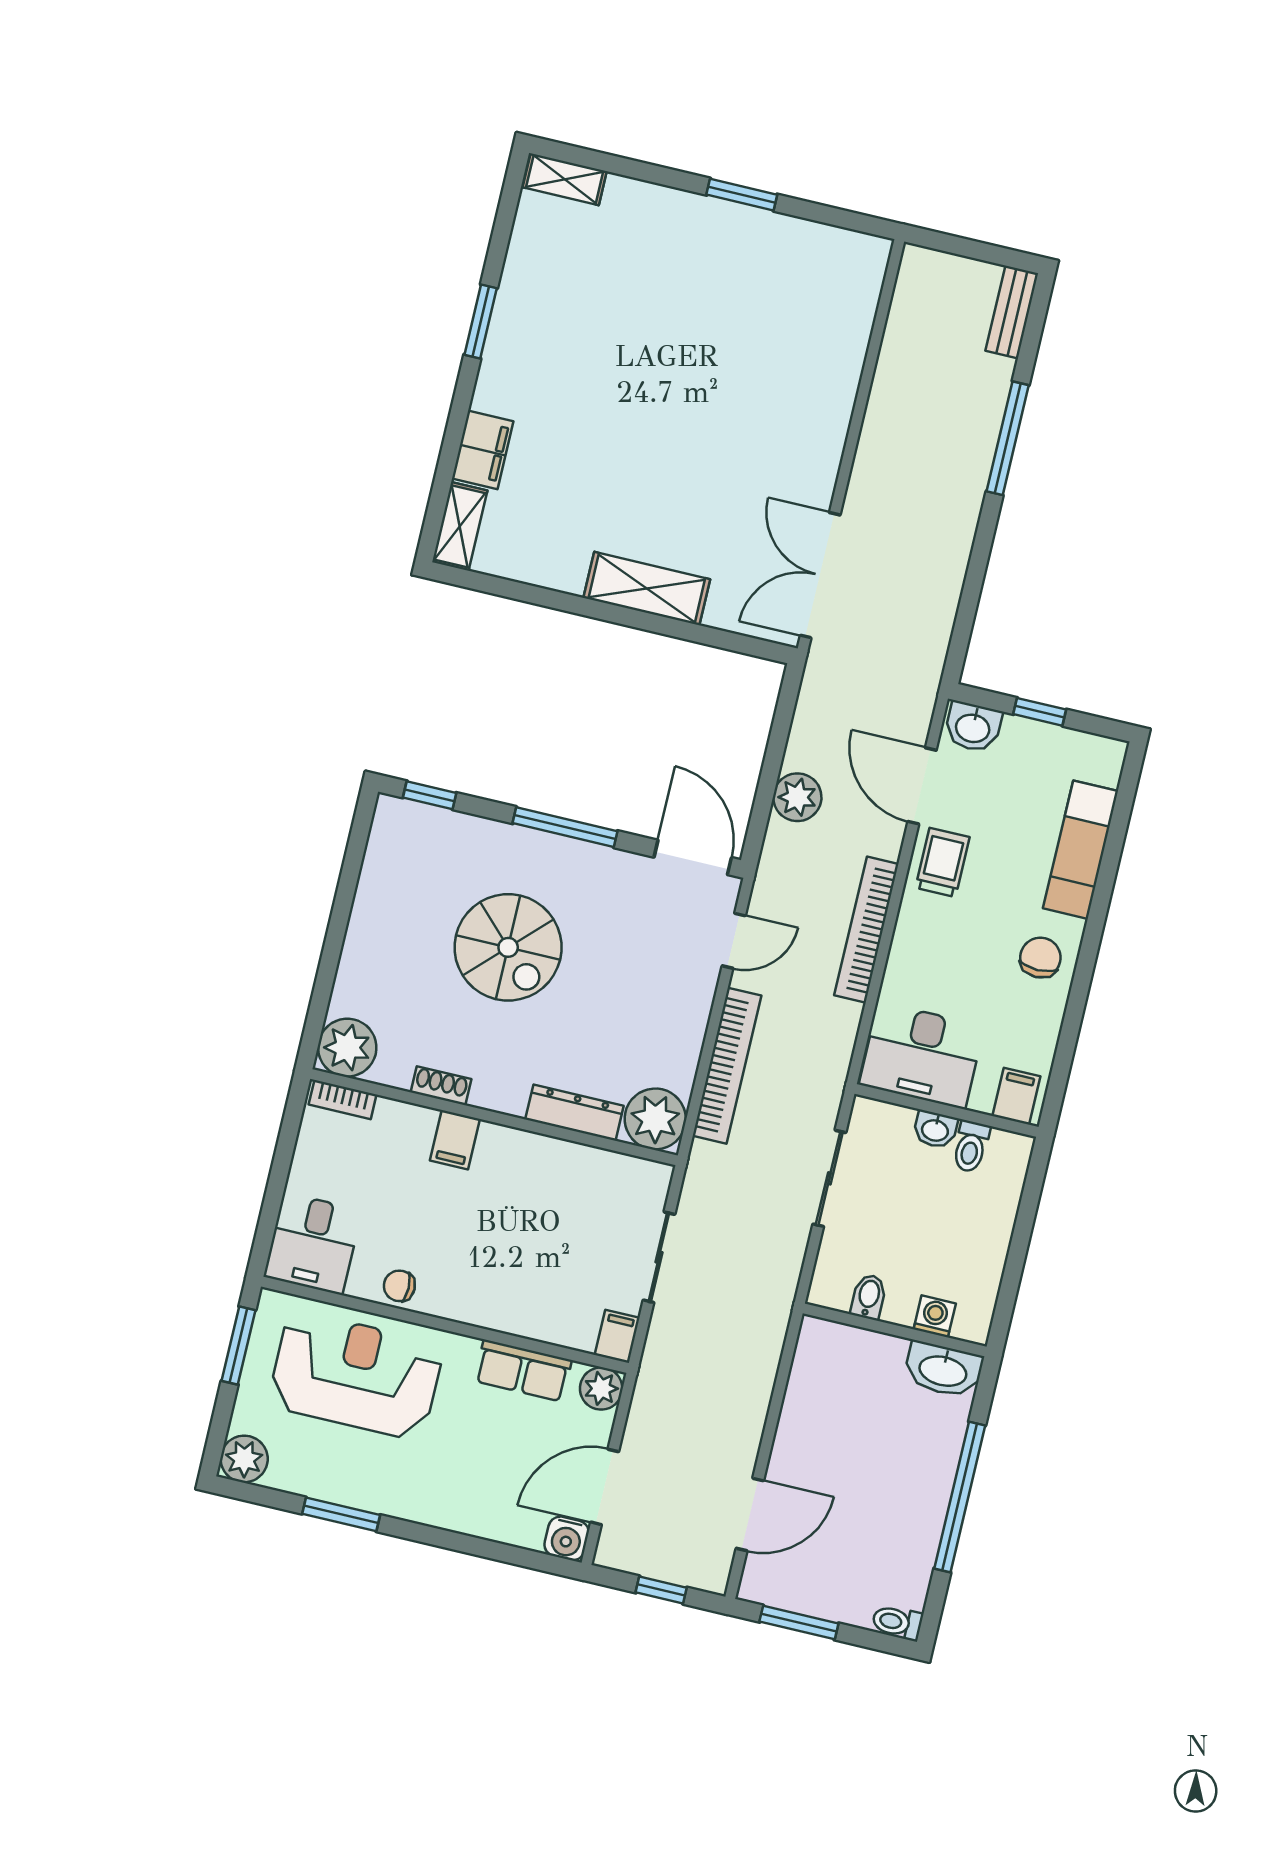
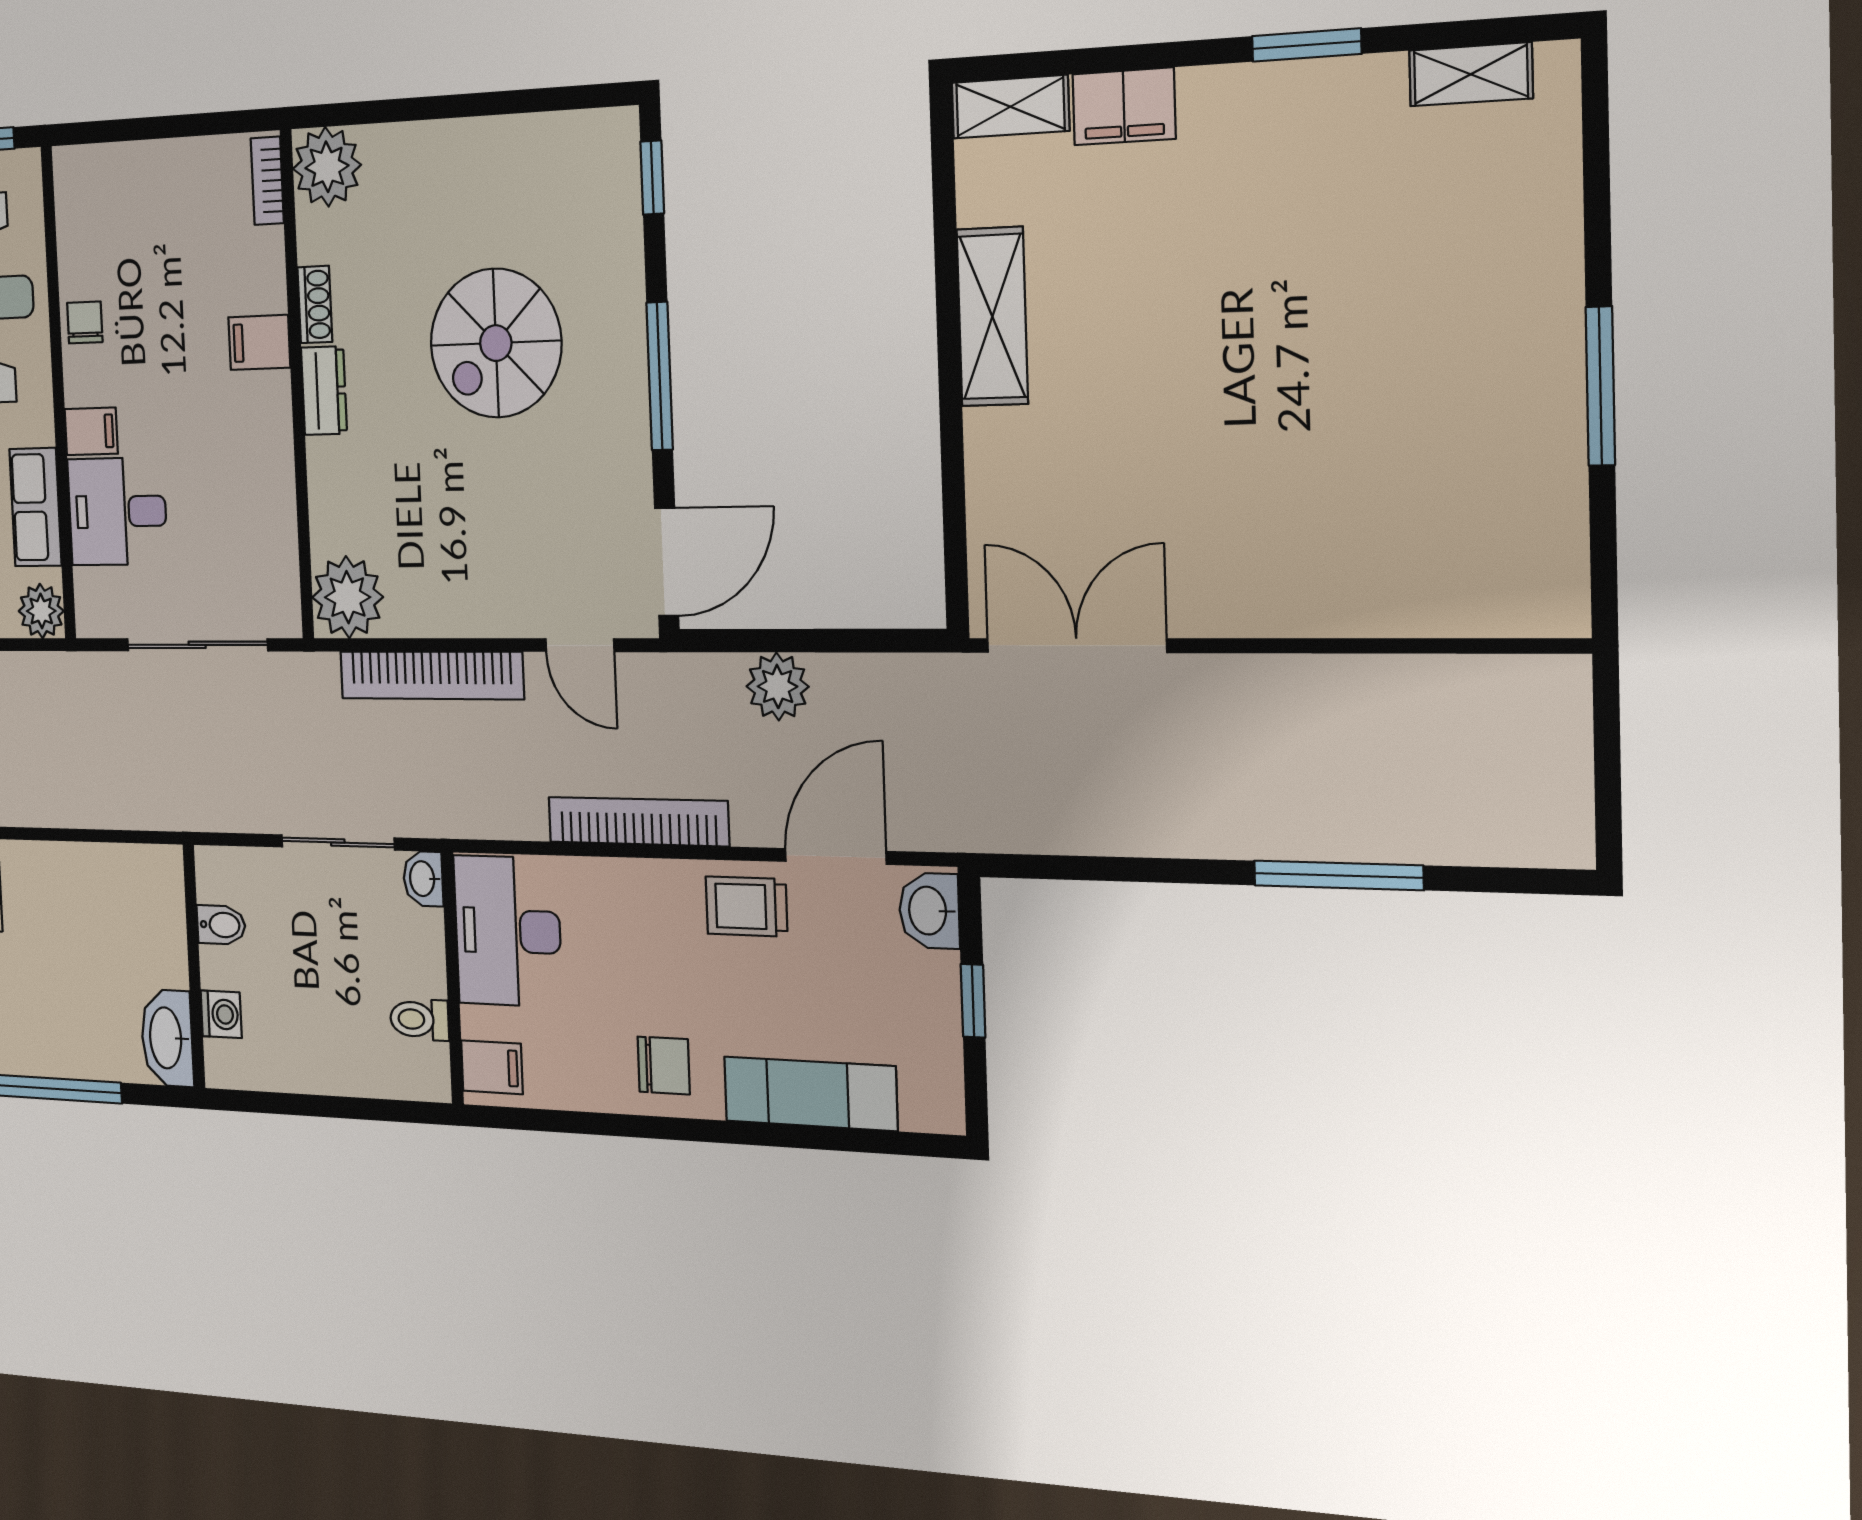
shelving: (565, 179) -> (1471, 74), moved, turned 90
window: (742, 195) -> (1600, 386), width x1.44
bench: (1012, 312) -> (1527, 842), removed
shelving: (647, 589) -> (992, 317), moved
trolley: (942, 862) -> (746, 906), turned 180
dresser: (574, 1113) -> (324, 391), moved, width x0.70
washbasin: (935, 1130) -> (423, 879), moved
desk: (313, 1244) -> (117, 511), moved
sliding door: (659, 1257) -> (197, 645), width x1.37
filing cabinet: (617, 1336) -> (91, 431), moved

